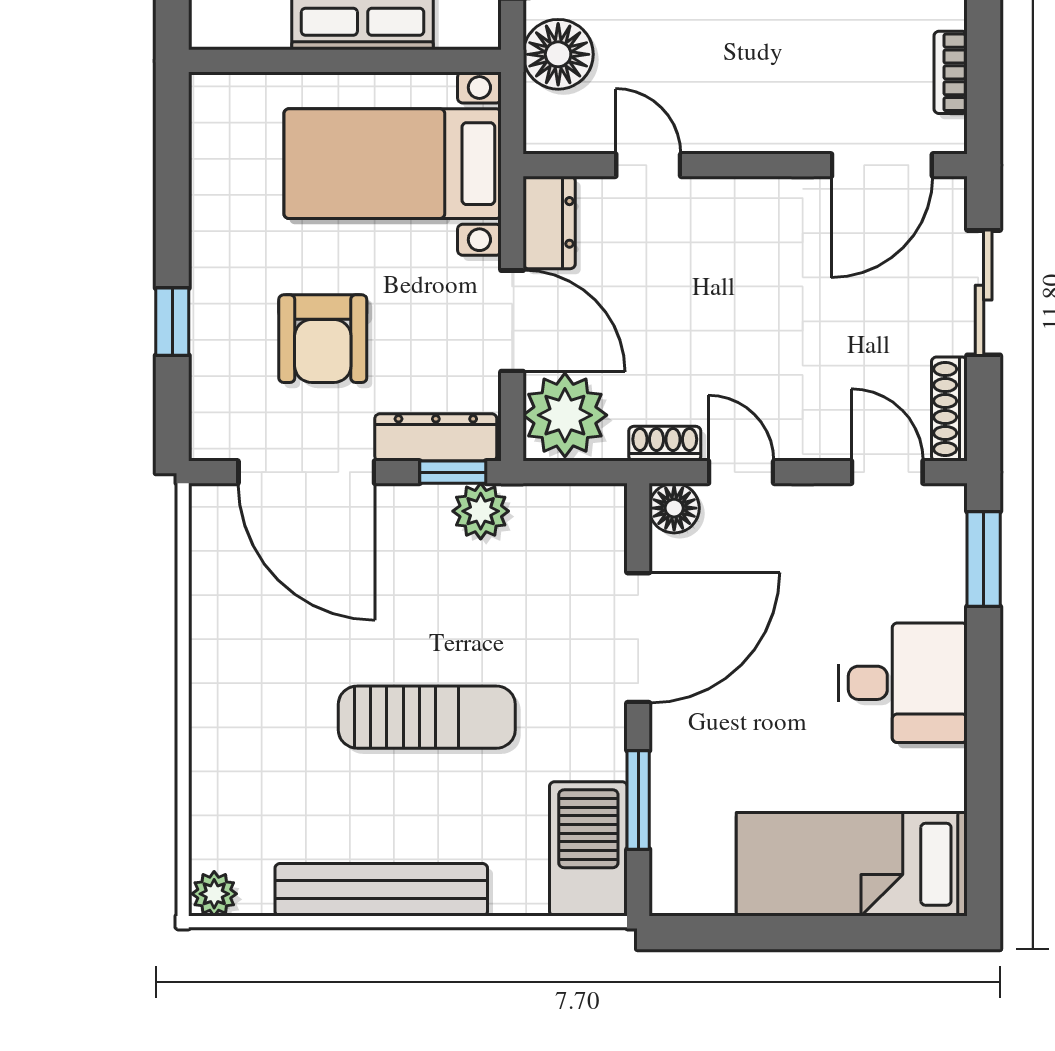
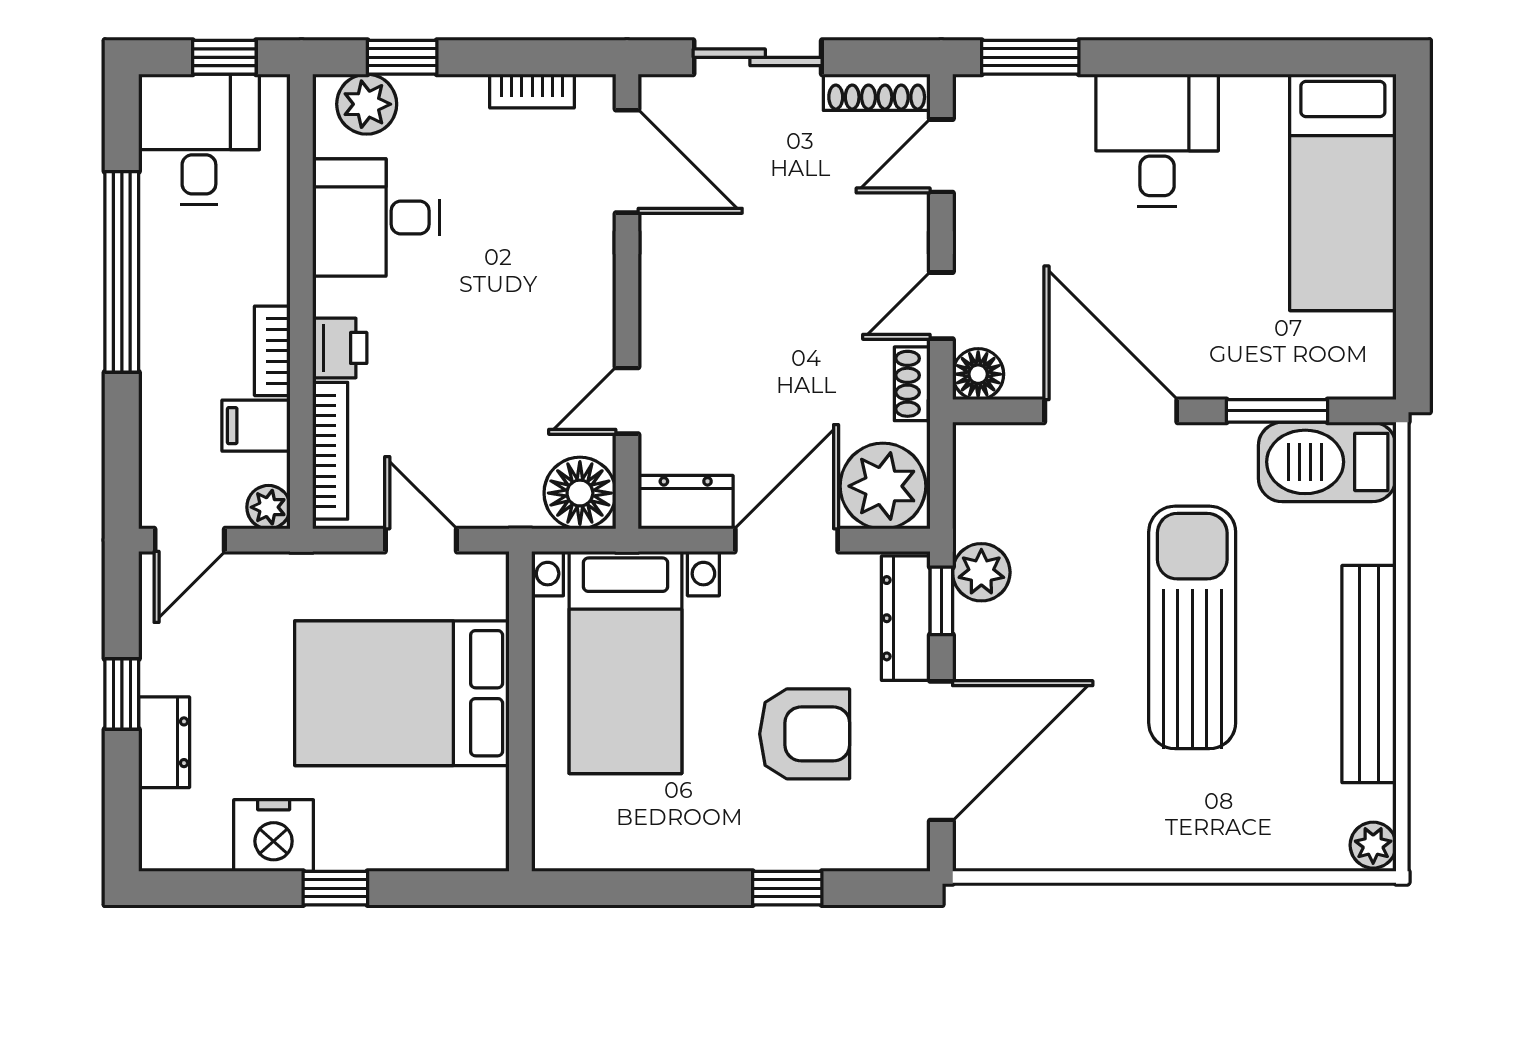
floor lamp: (558, 54) -> (580, 493), moved
sun lounger: (427, 717) -> (1192, 627), width x1.36, depth x1.34

